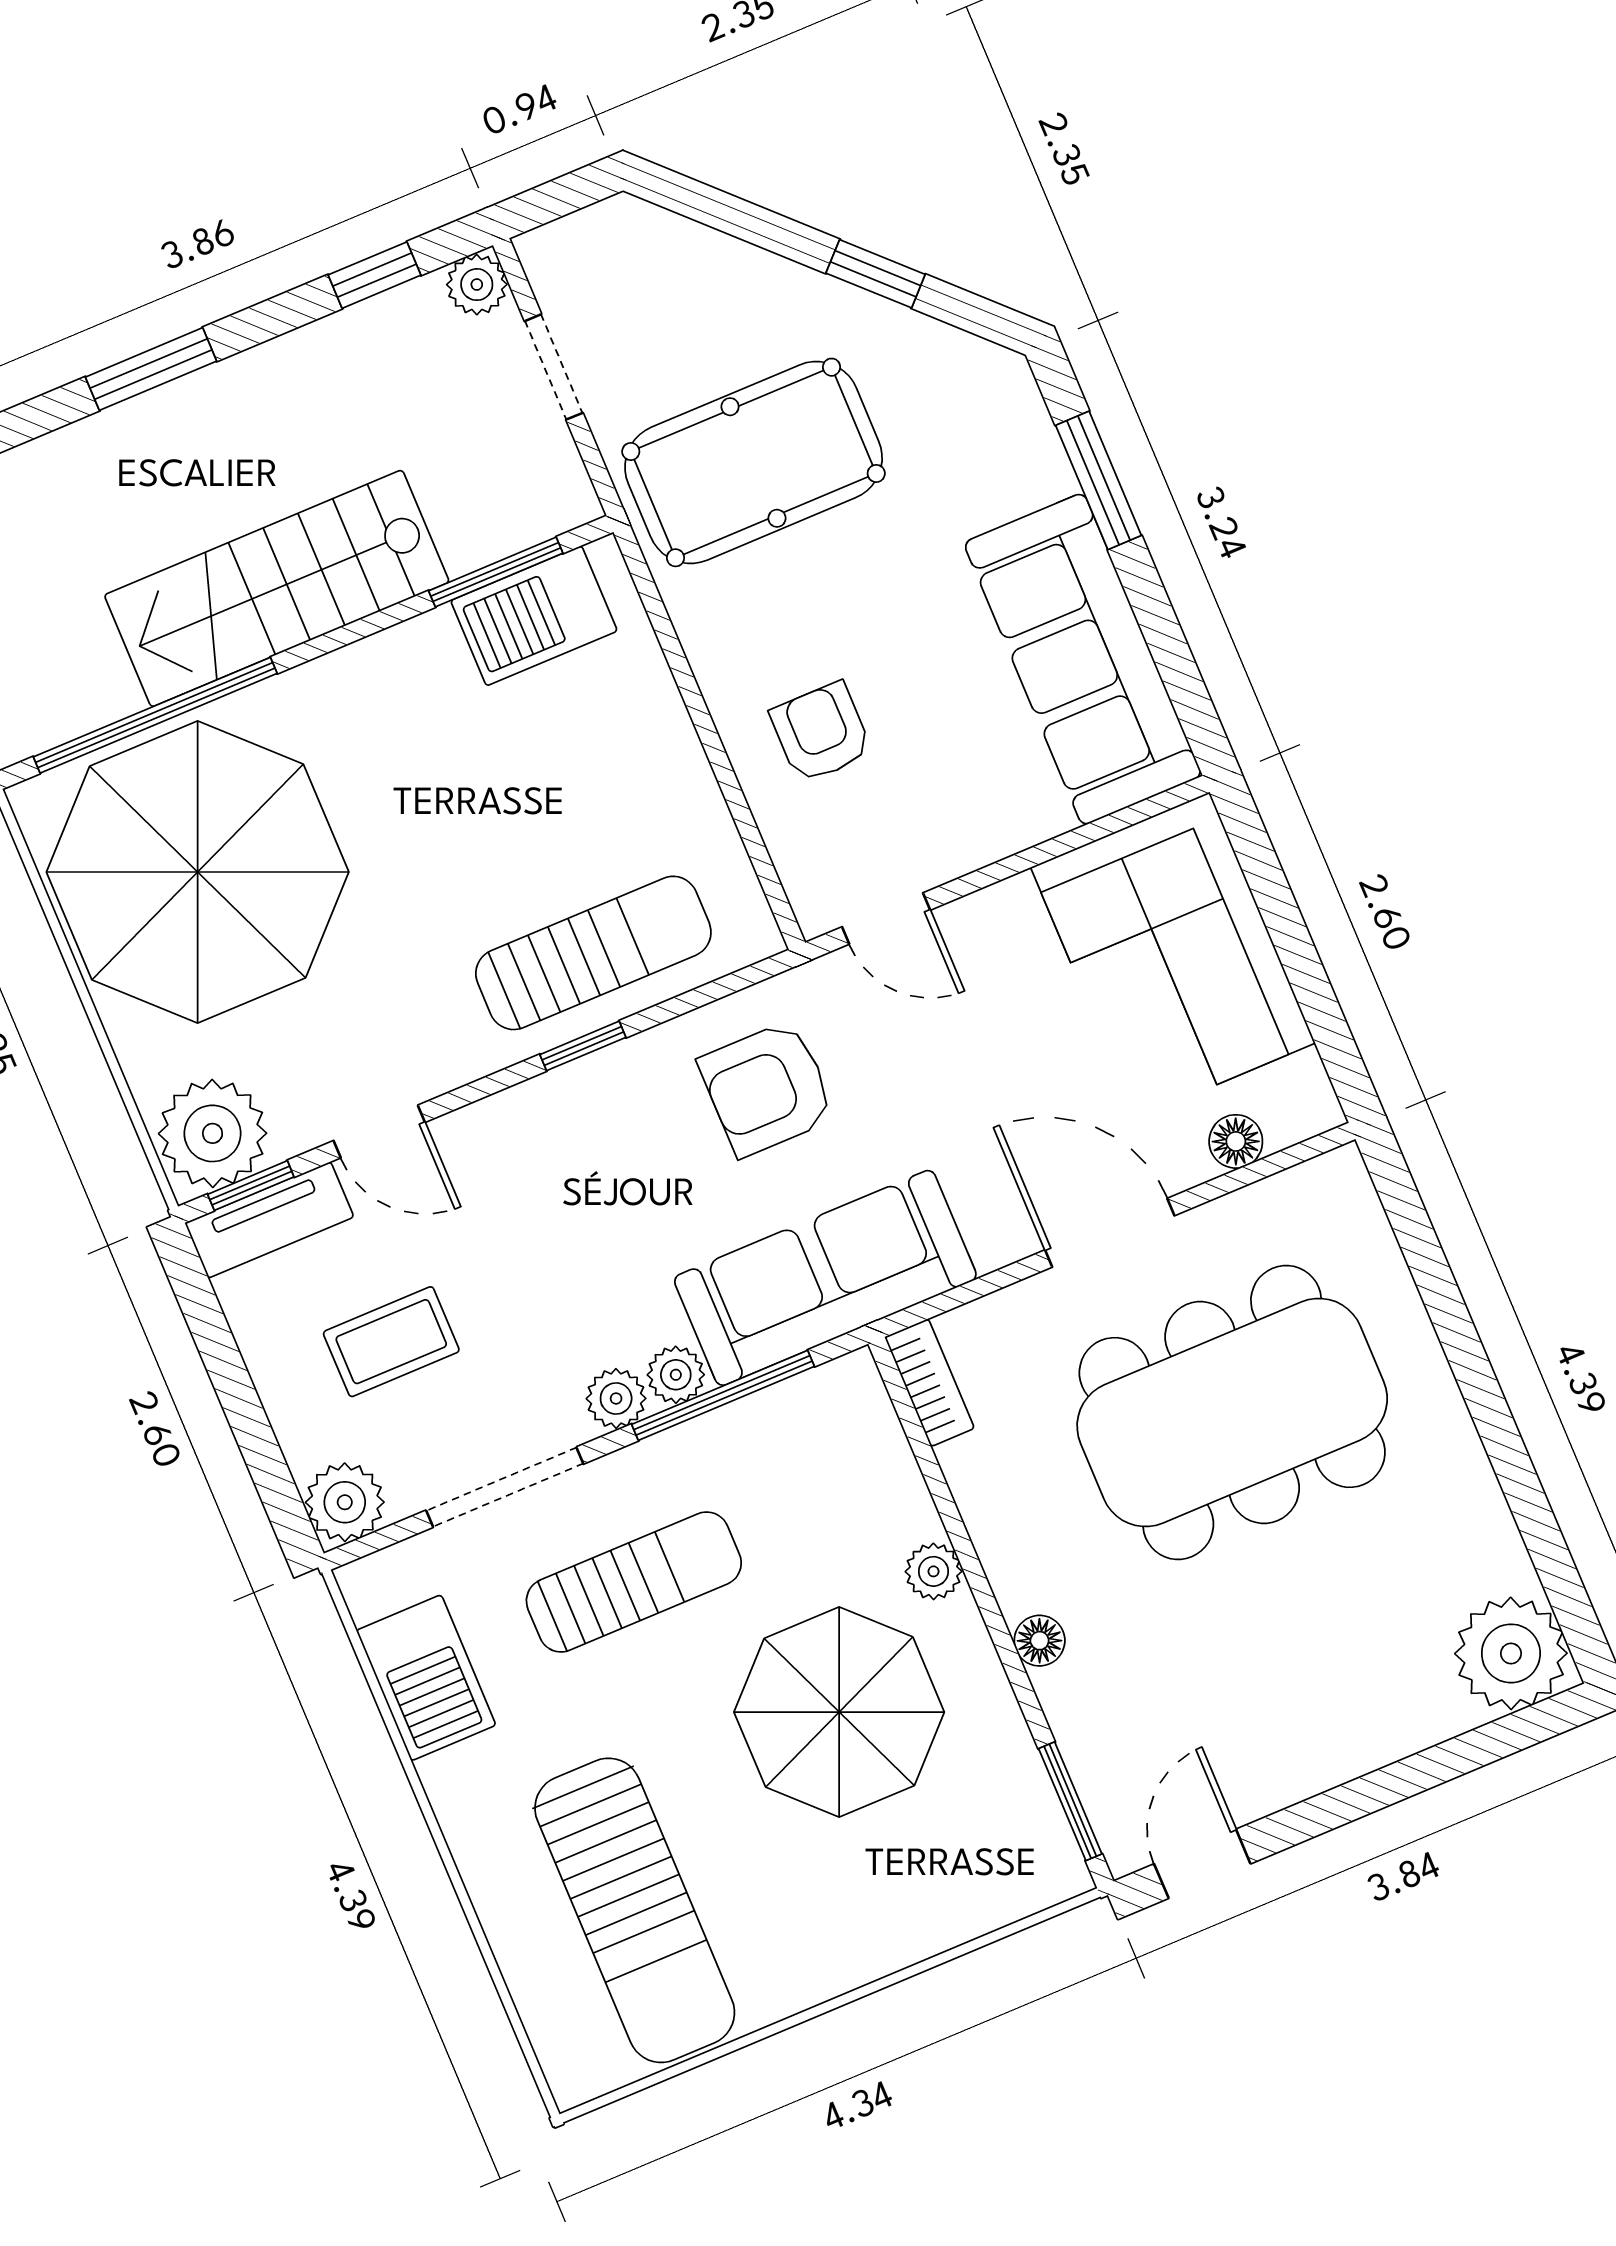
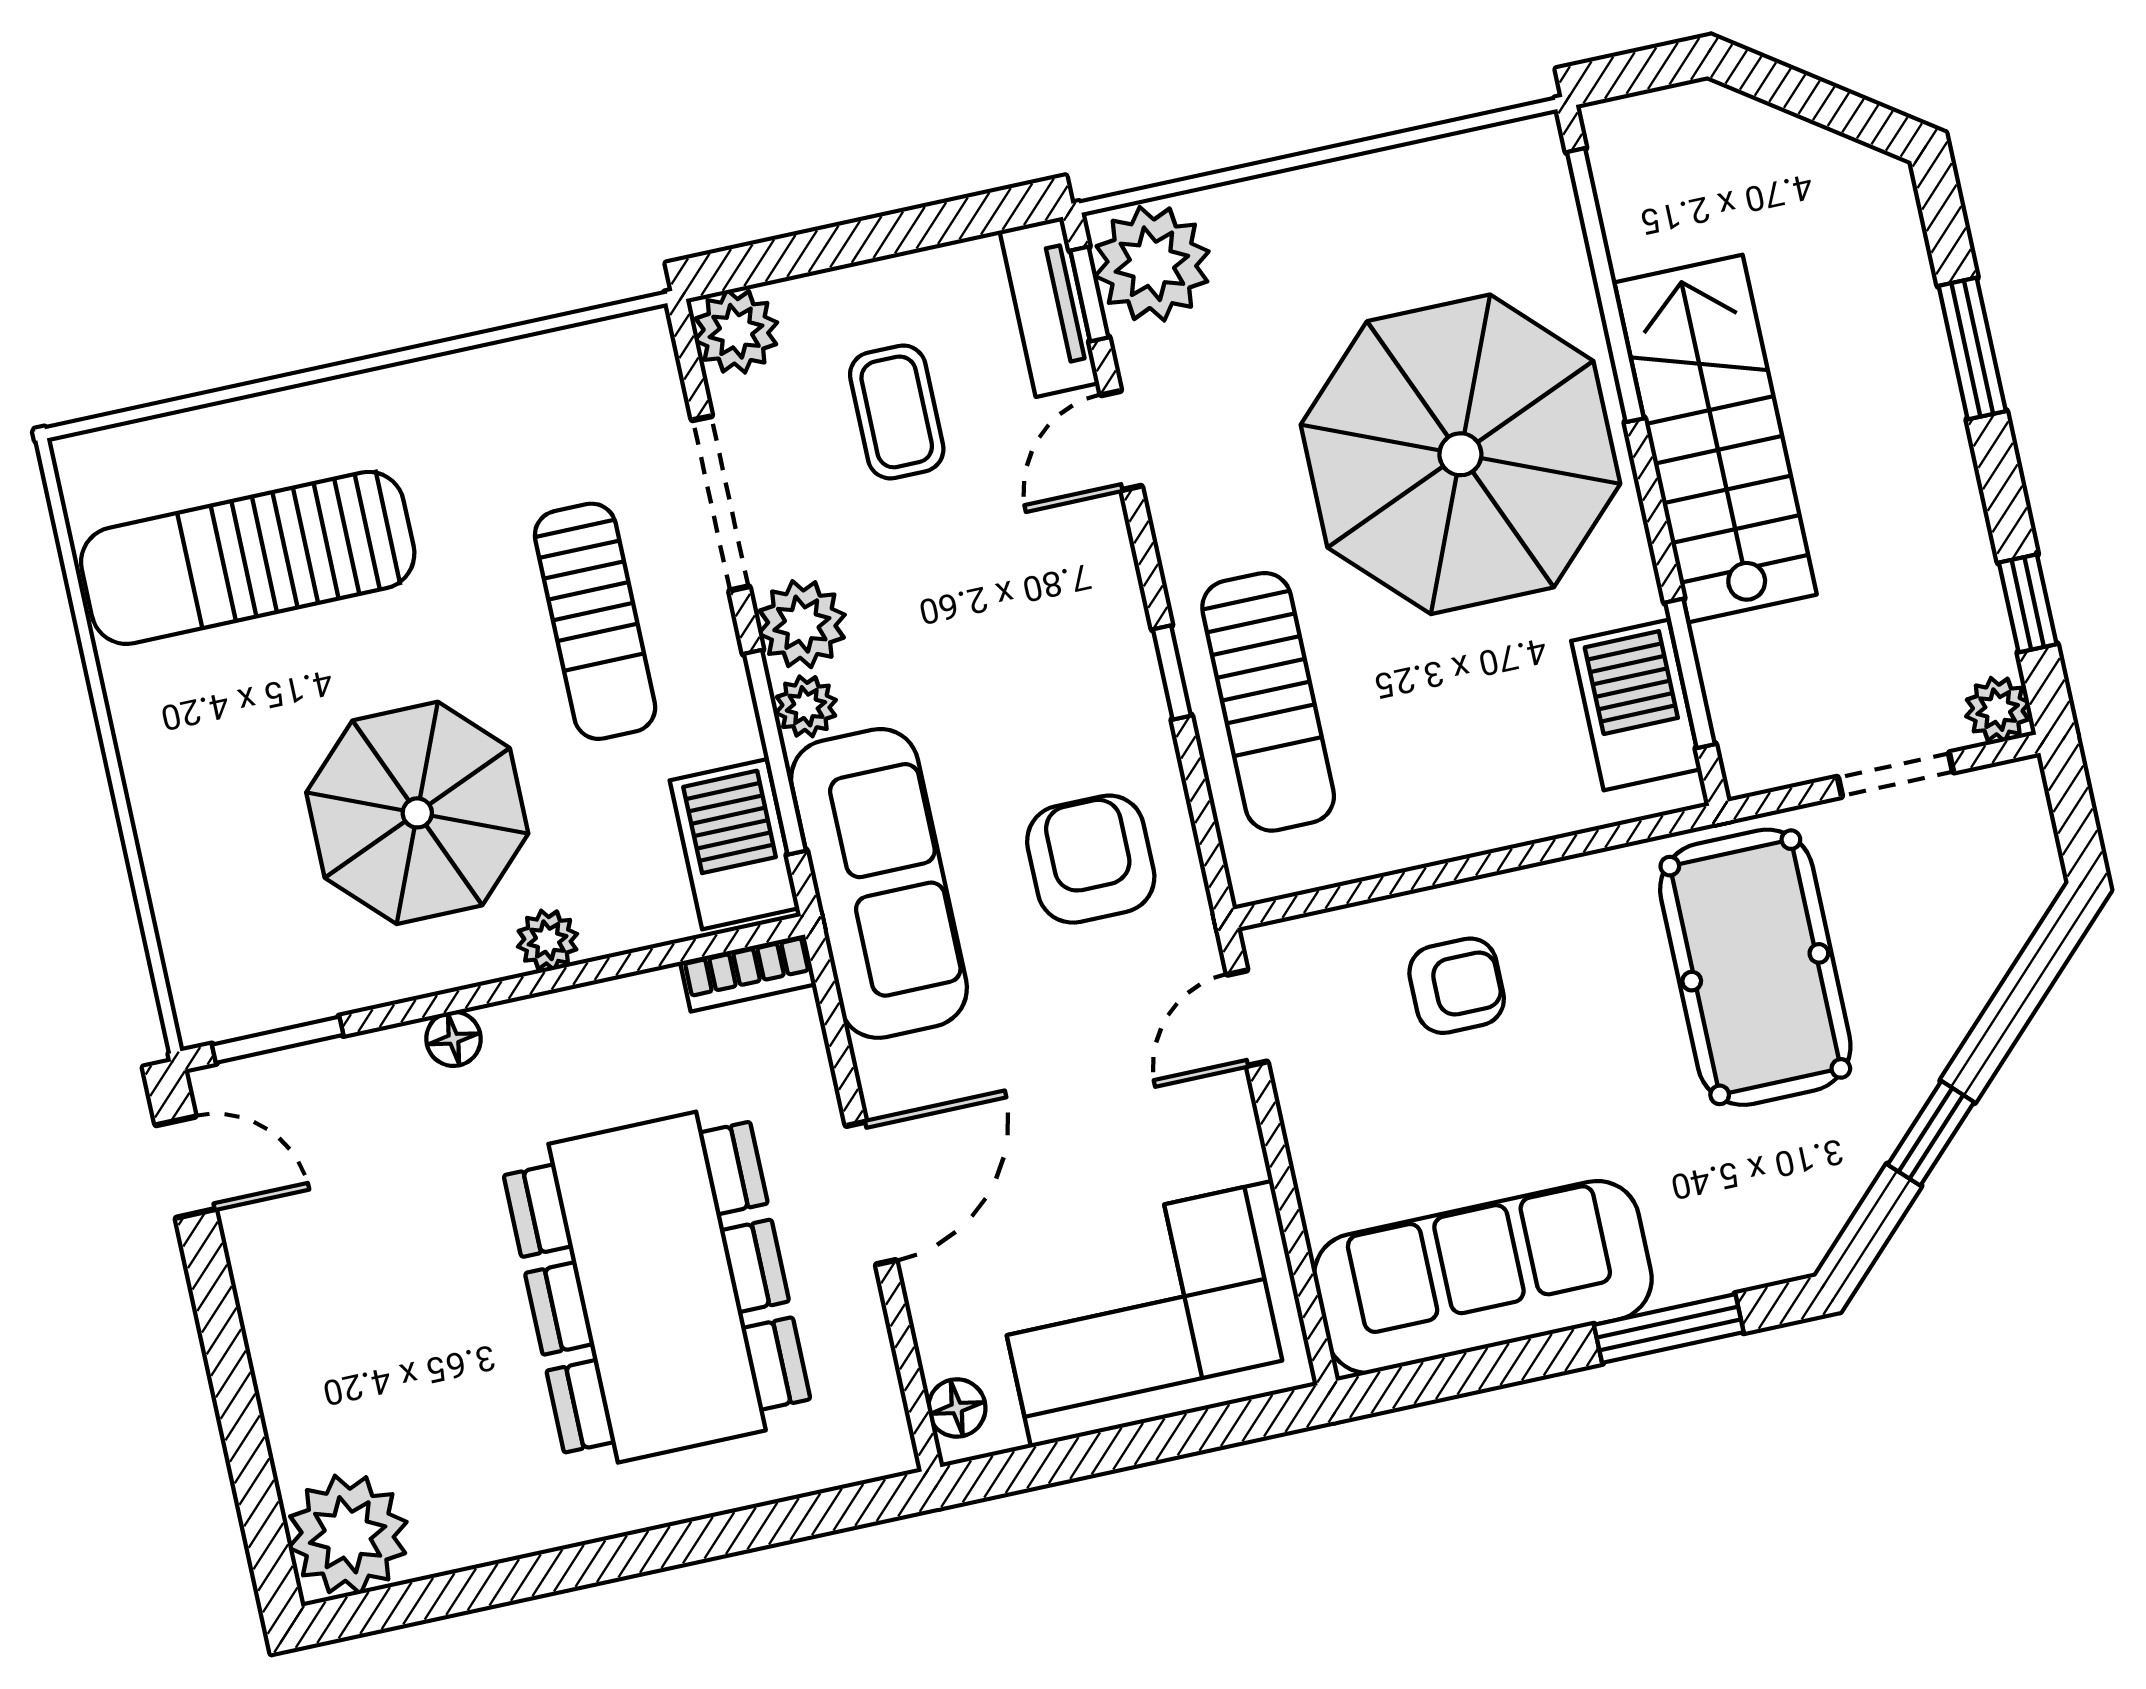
parasol: (198, 872) -> (1460, 454), moved
floor lamp: (1236, 1141) -> (957, 1408), moved
plant: (616, 1398) -> (802, 624), width x1.38, depth x1.38
barbecue: (426, 1678) -> (734, 844), moved, turned 90

